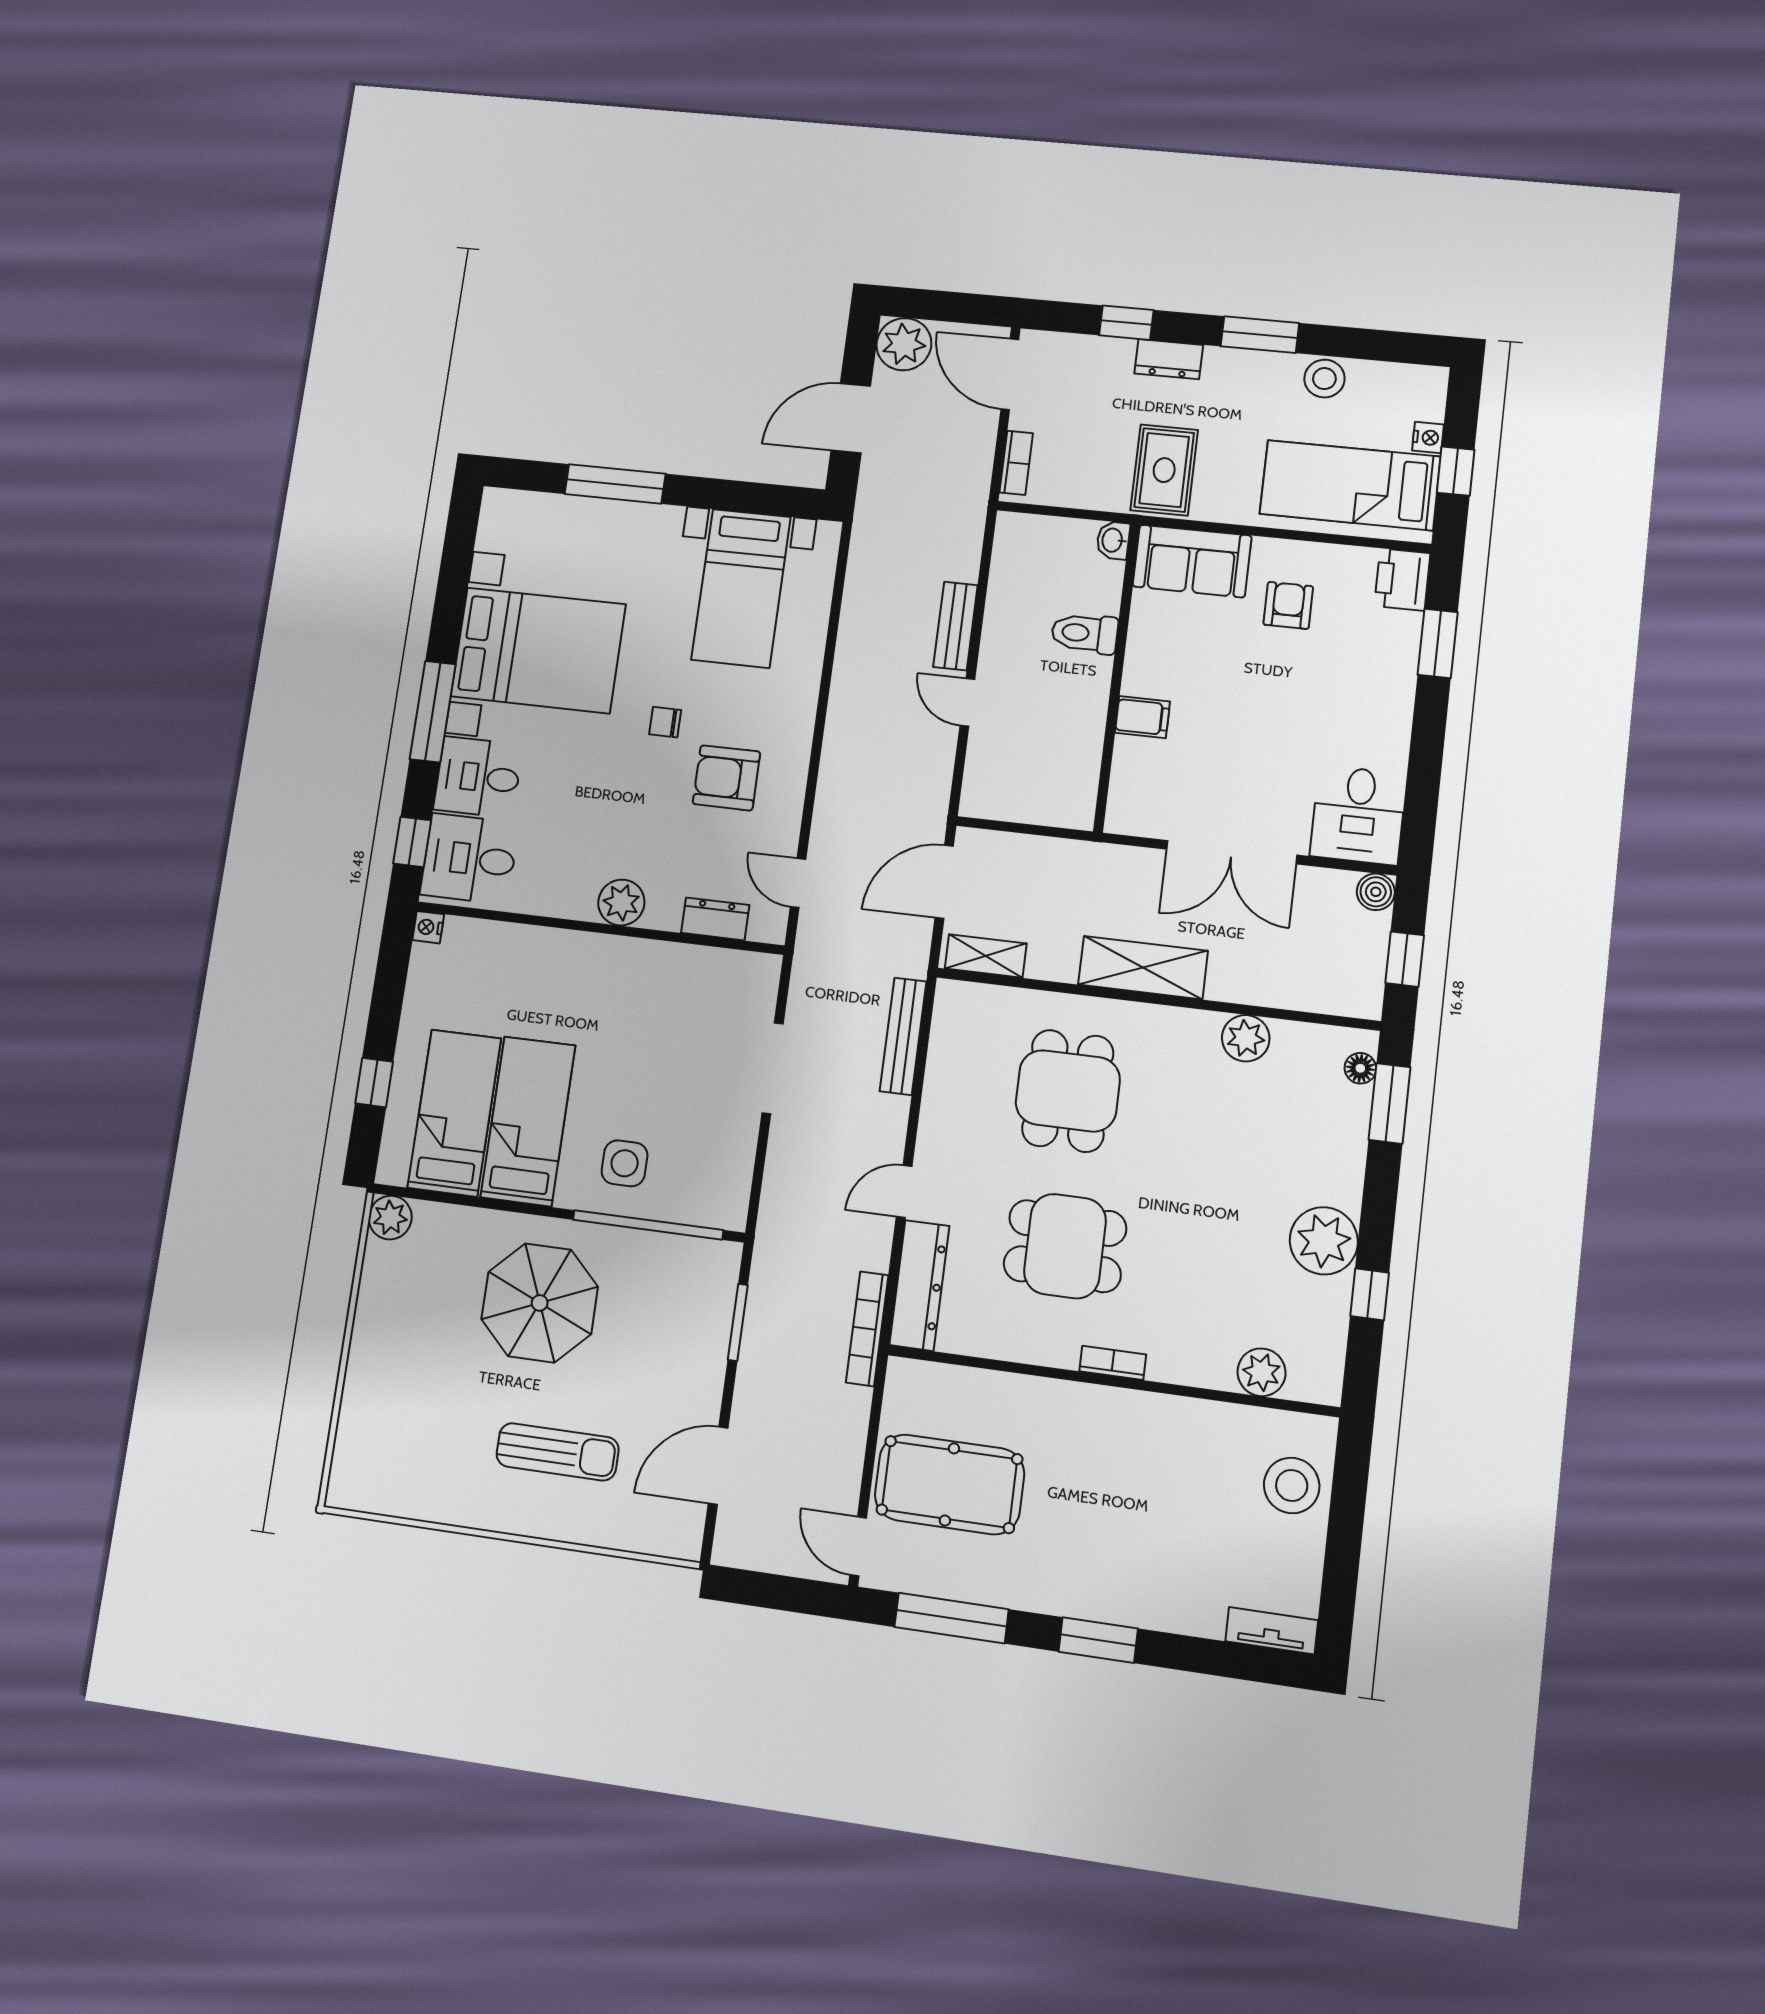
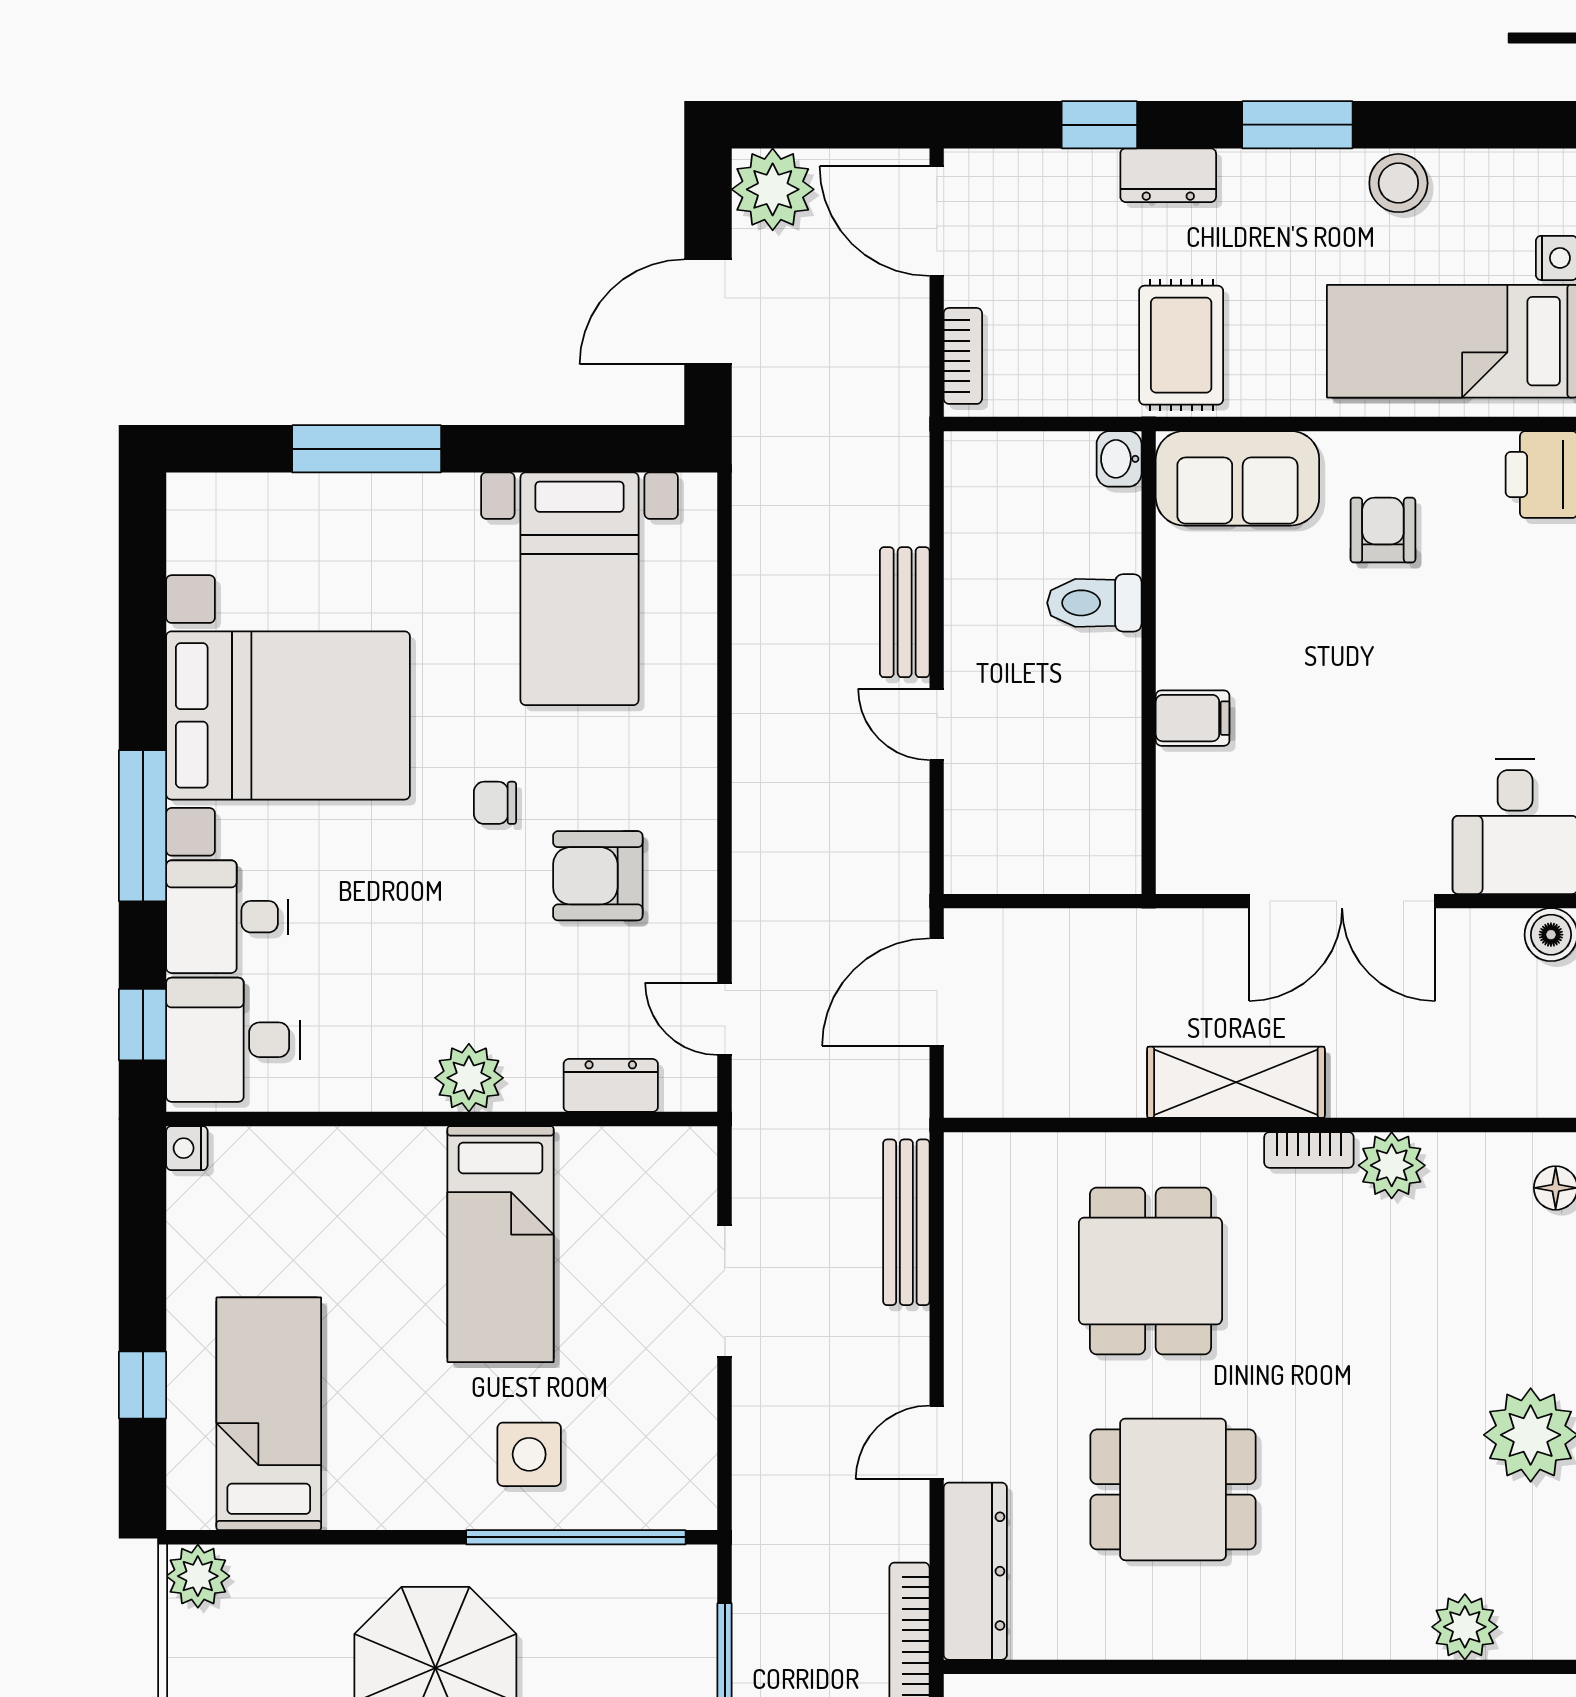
shelving: (986, 956) -> (1010, 1093), removed
bed: (528, 1121) -> (501, 1244), moved, turned 180
bookcase: (1113, 1363) -> (1309, 1150), moved, turned 180

